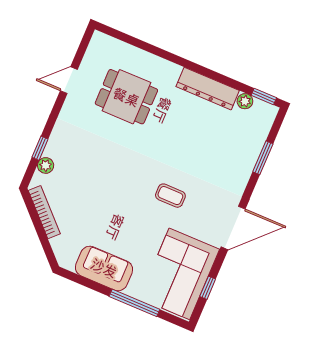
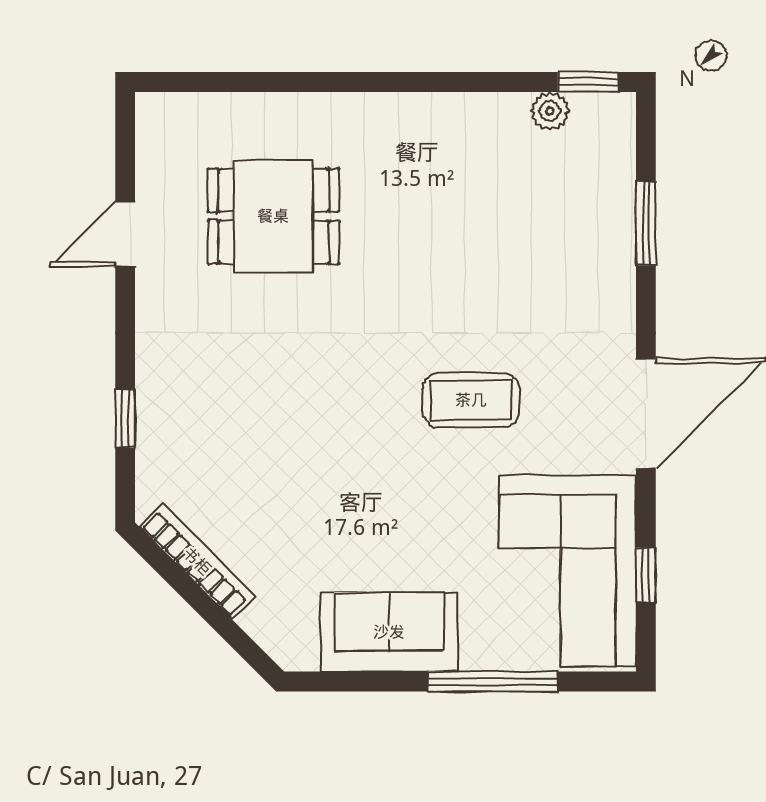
dresser: (208, 89) -> (452, 119), removed
plant: (46, 165) -> (155, 453), removed
coffee table: (170, 196) -> (471, 400), width x1.36, depth x1.30

